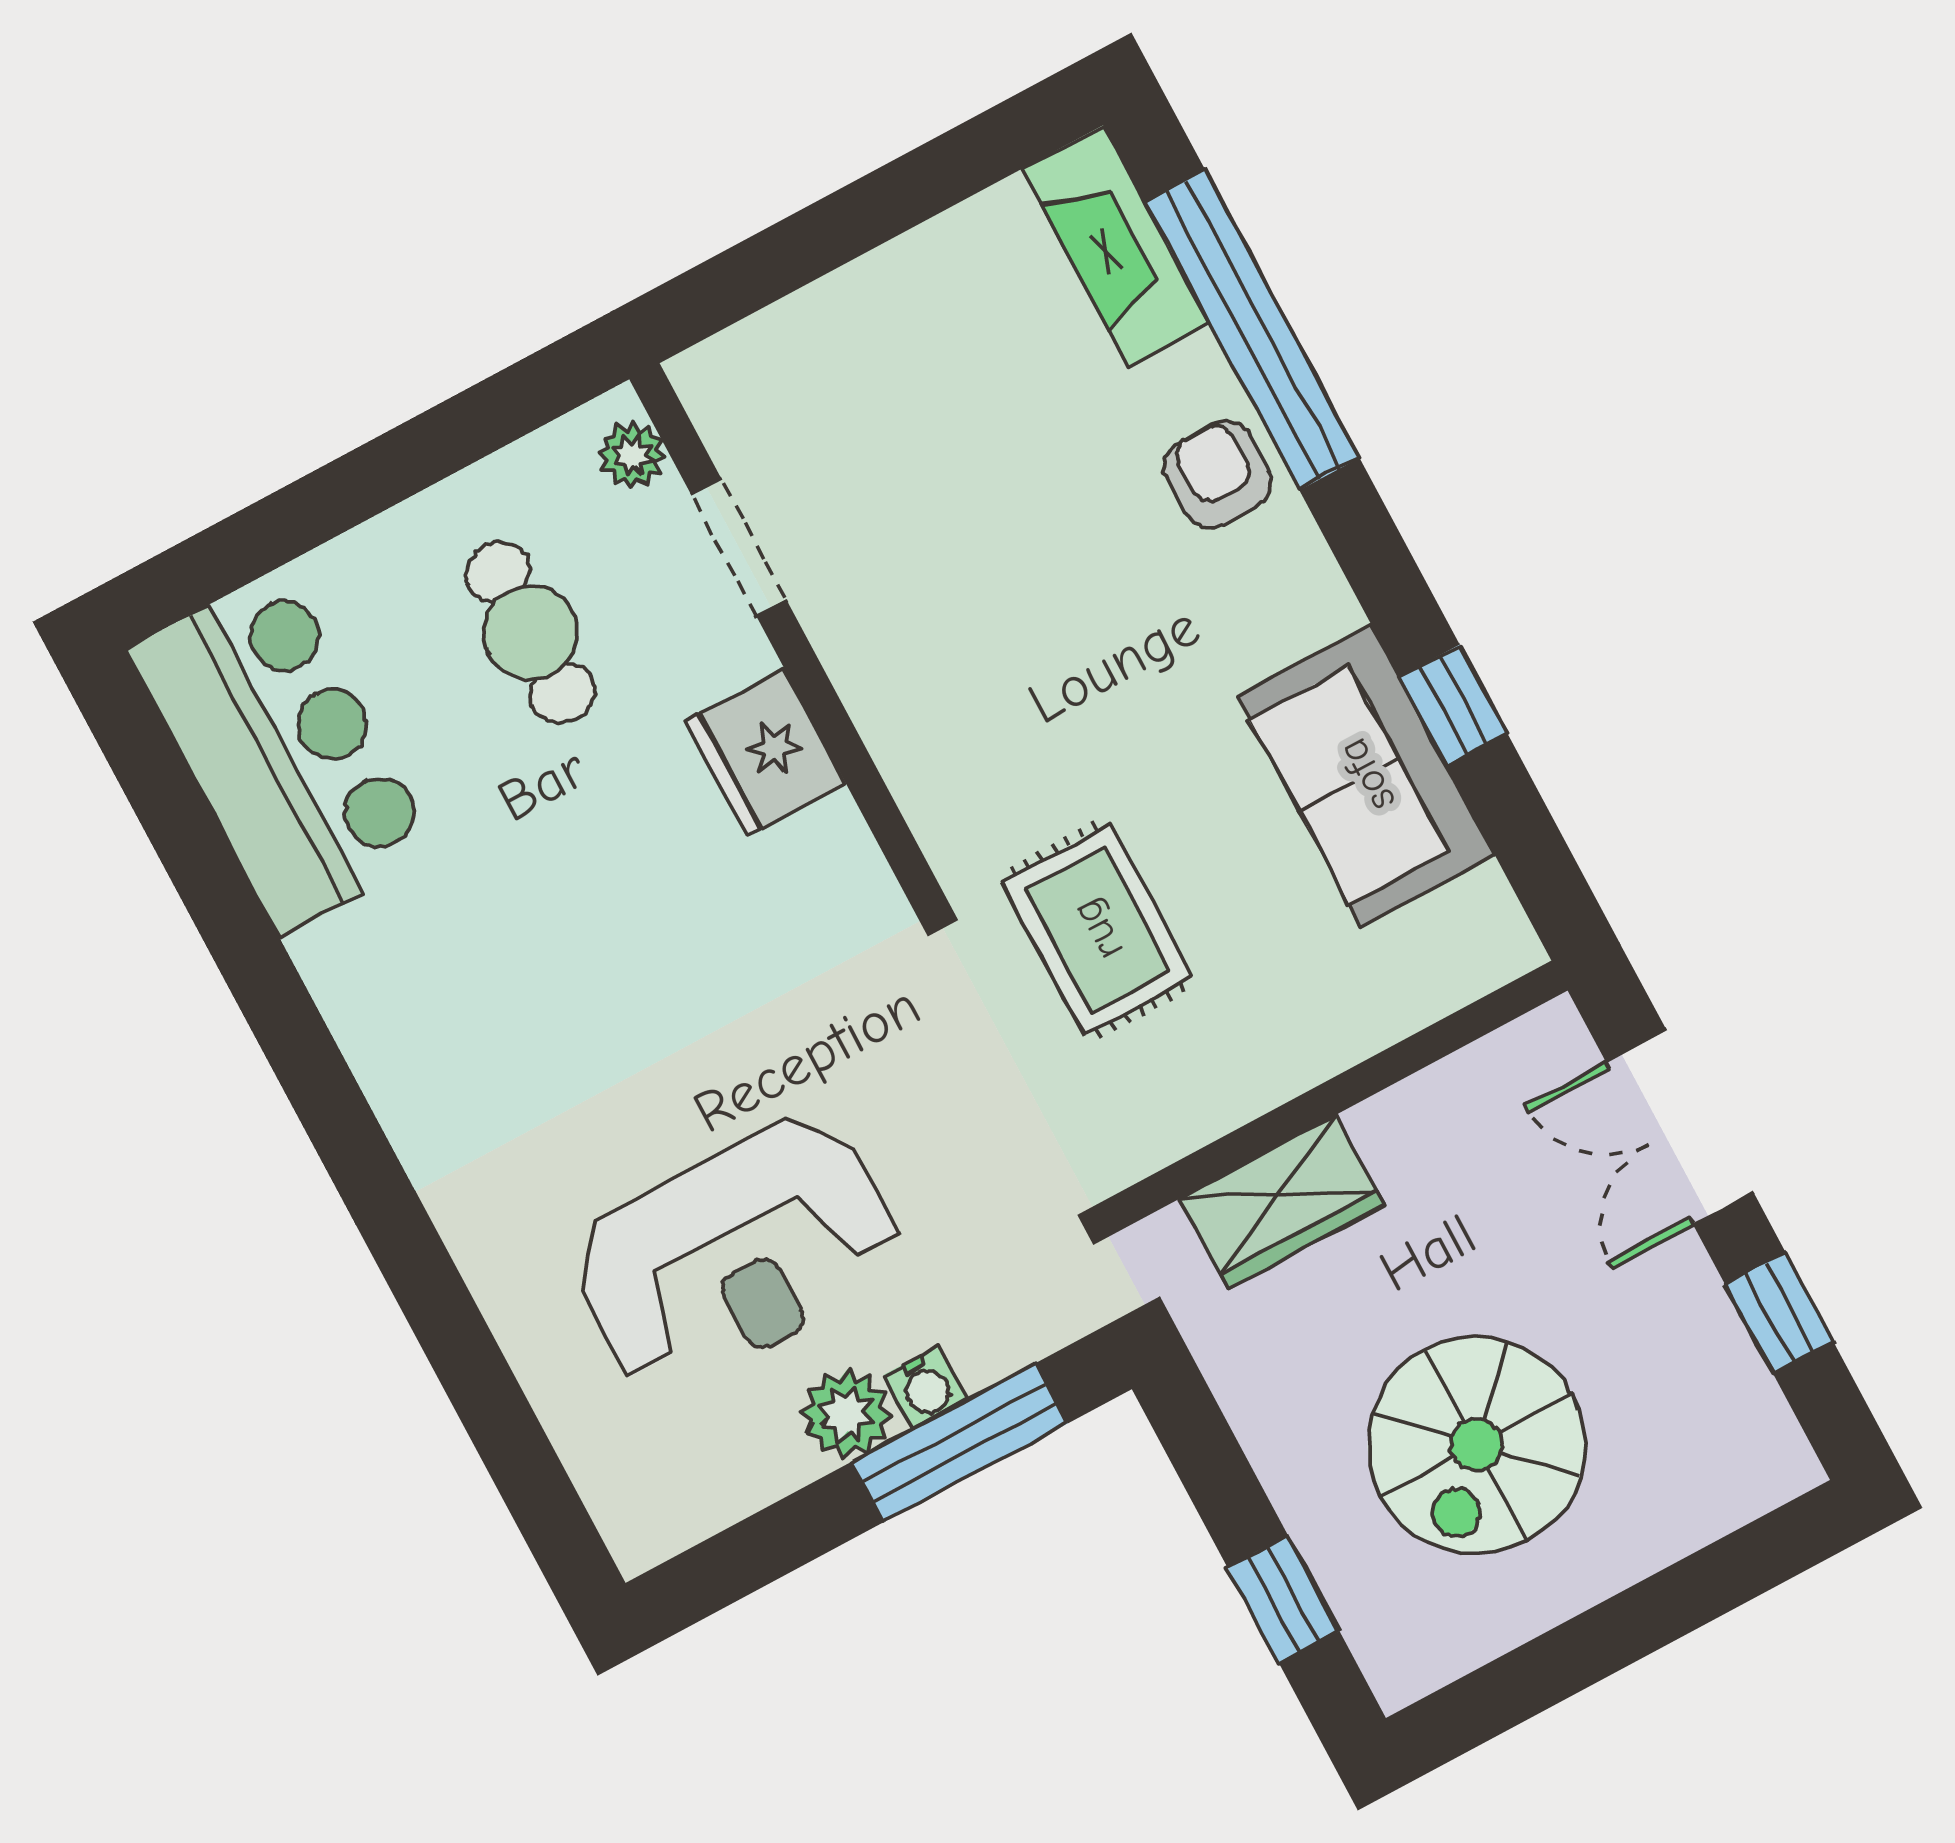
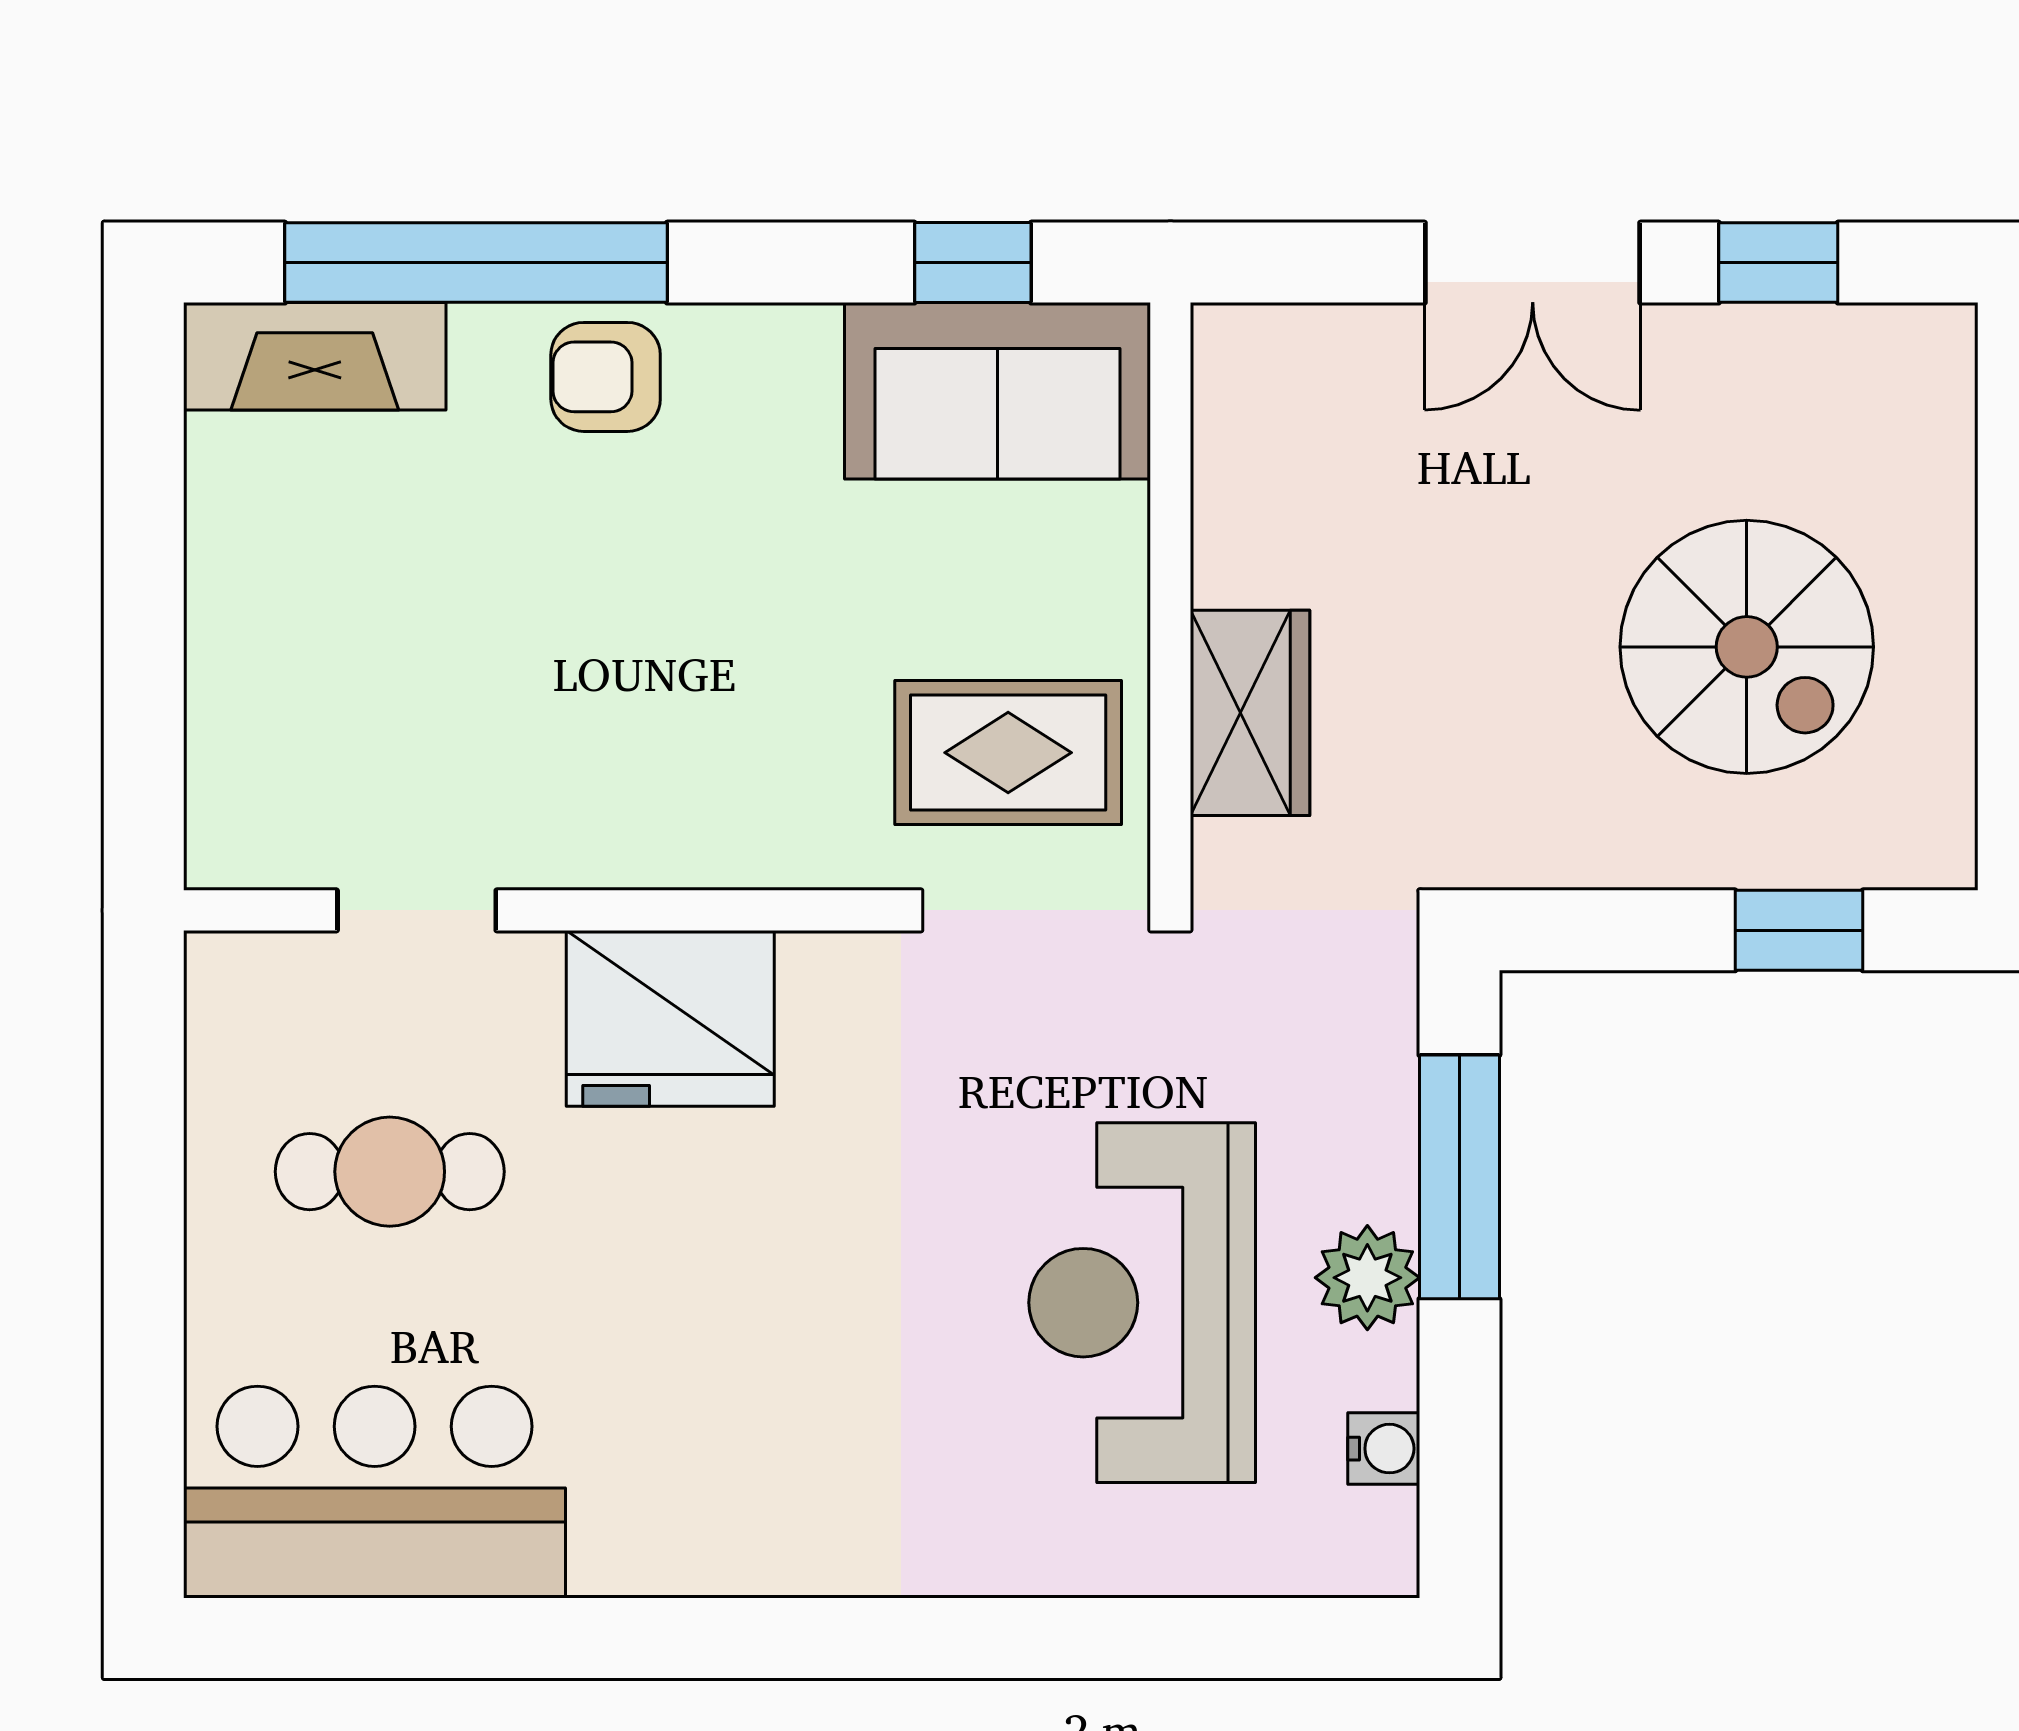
plant: (632, 455) -> (263, 969), removed
fridge: (766, 753) -> (670, 1018), width x1.36, depth x1.34
wall: (1338, 1095) -> (1170, 596), moved
wardrobe: (1282, 1202) -> (1250, 713), moved
reception desk: (736, 1254) -> (1142, 1303), turned 180
water cooler: (925, 1387) -> (1384, 1449), moved

